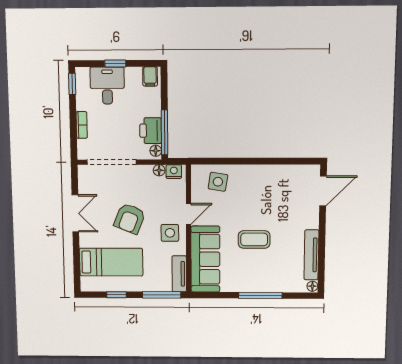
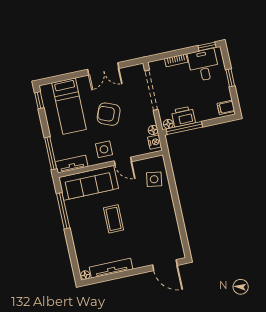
desk: (107, 86) -> (203, 65), moved, turned -90
window: (116, 295) -> (39, 100), moved
window: (260, 295) -> (63, 211), moved

